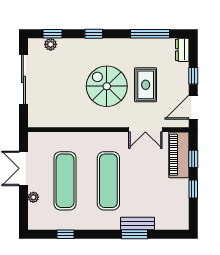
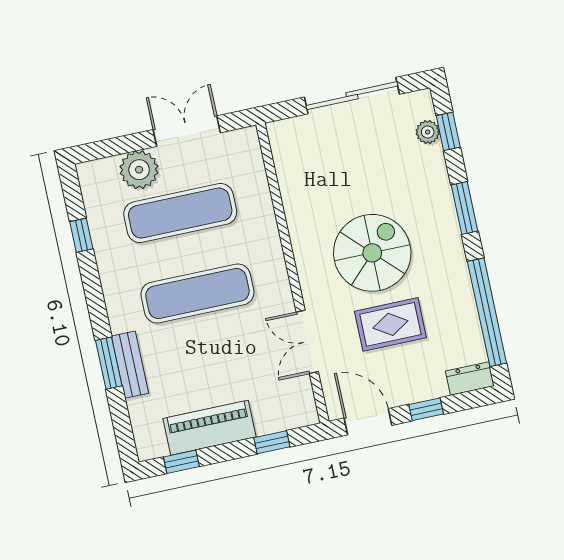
window: (94, 34) -> (465, 208), width x1.50
window: (150, 34) -> (487, 312), width x1.46
piano: (179, 155) -> (210, 428), moved
window: (193, 189) -> (181, 462), moved
plant: (33, 197) -> (139, 170), width x1.88, depth x1.88

